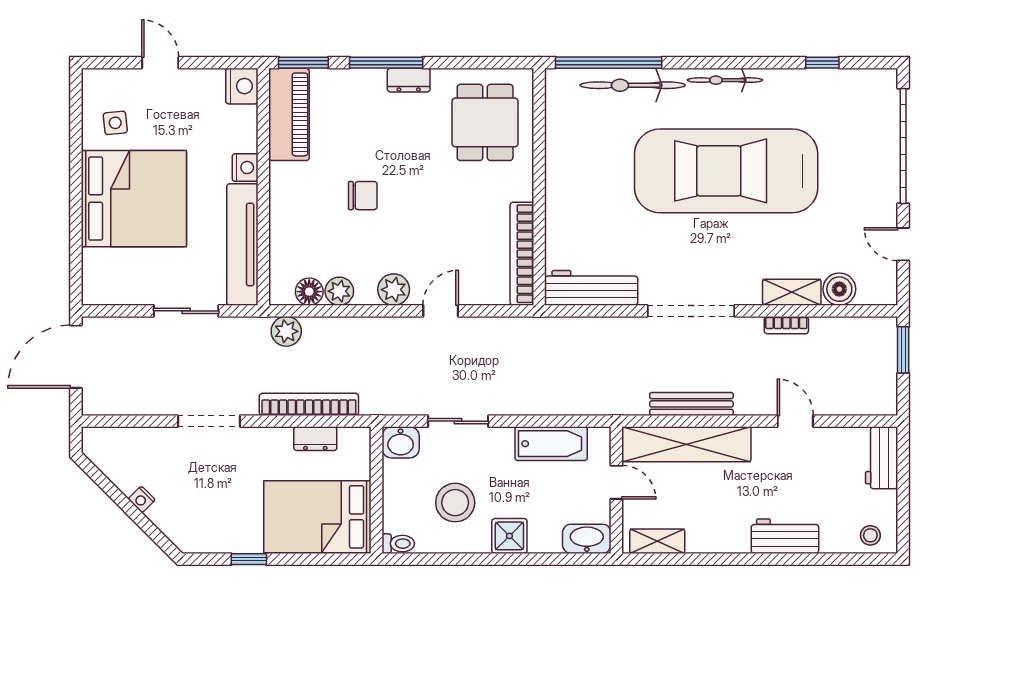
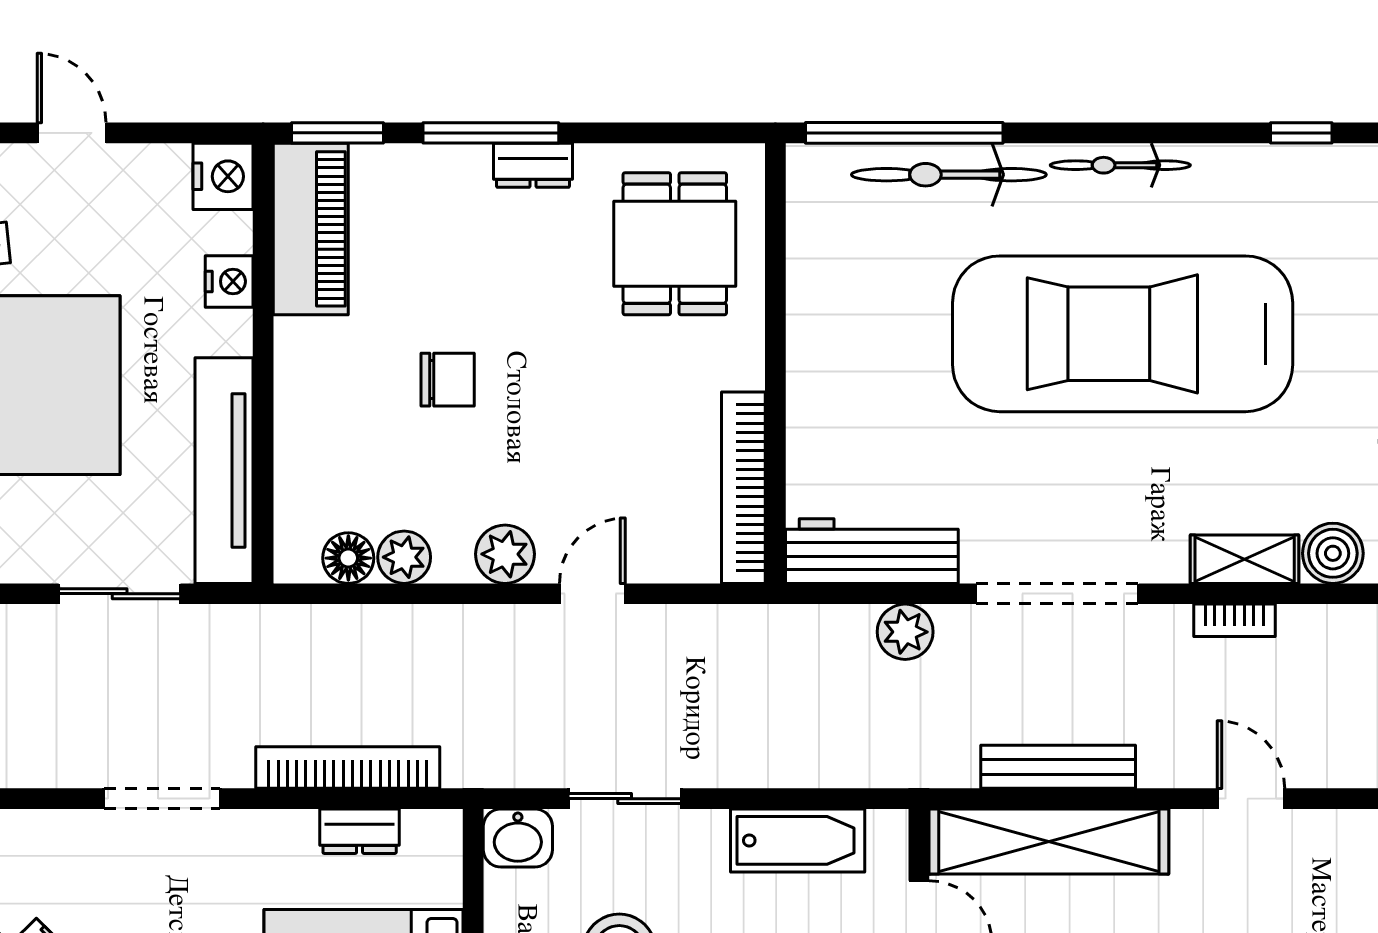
nightstand: (245, 168) -> (229, 281), moved
plant: (286, 331) -> (905, 632), moved

